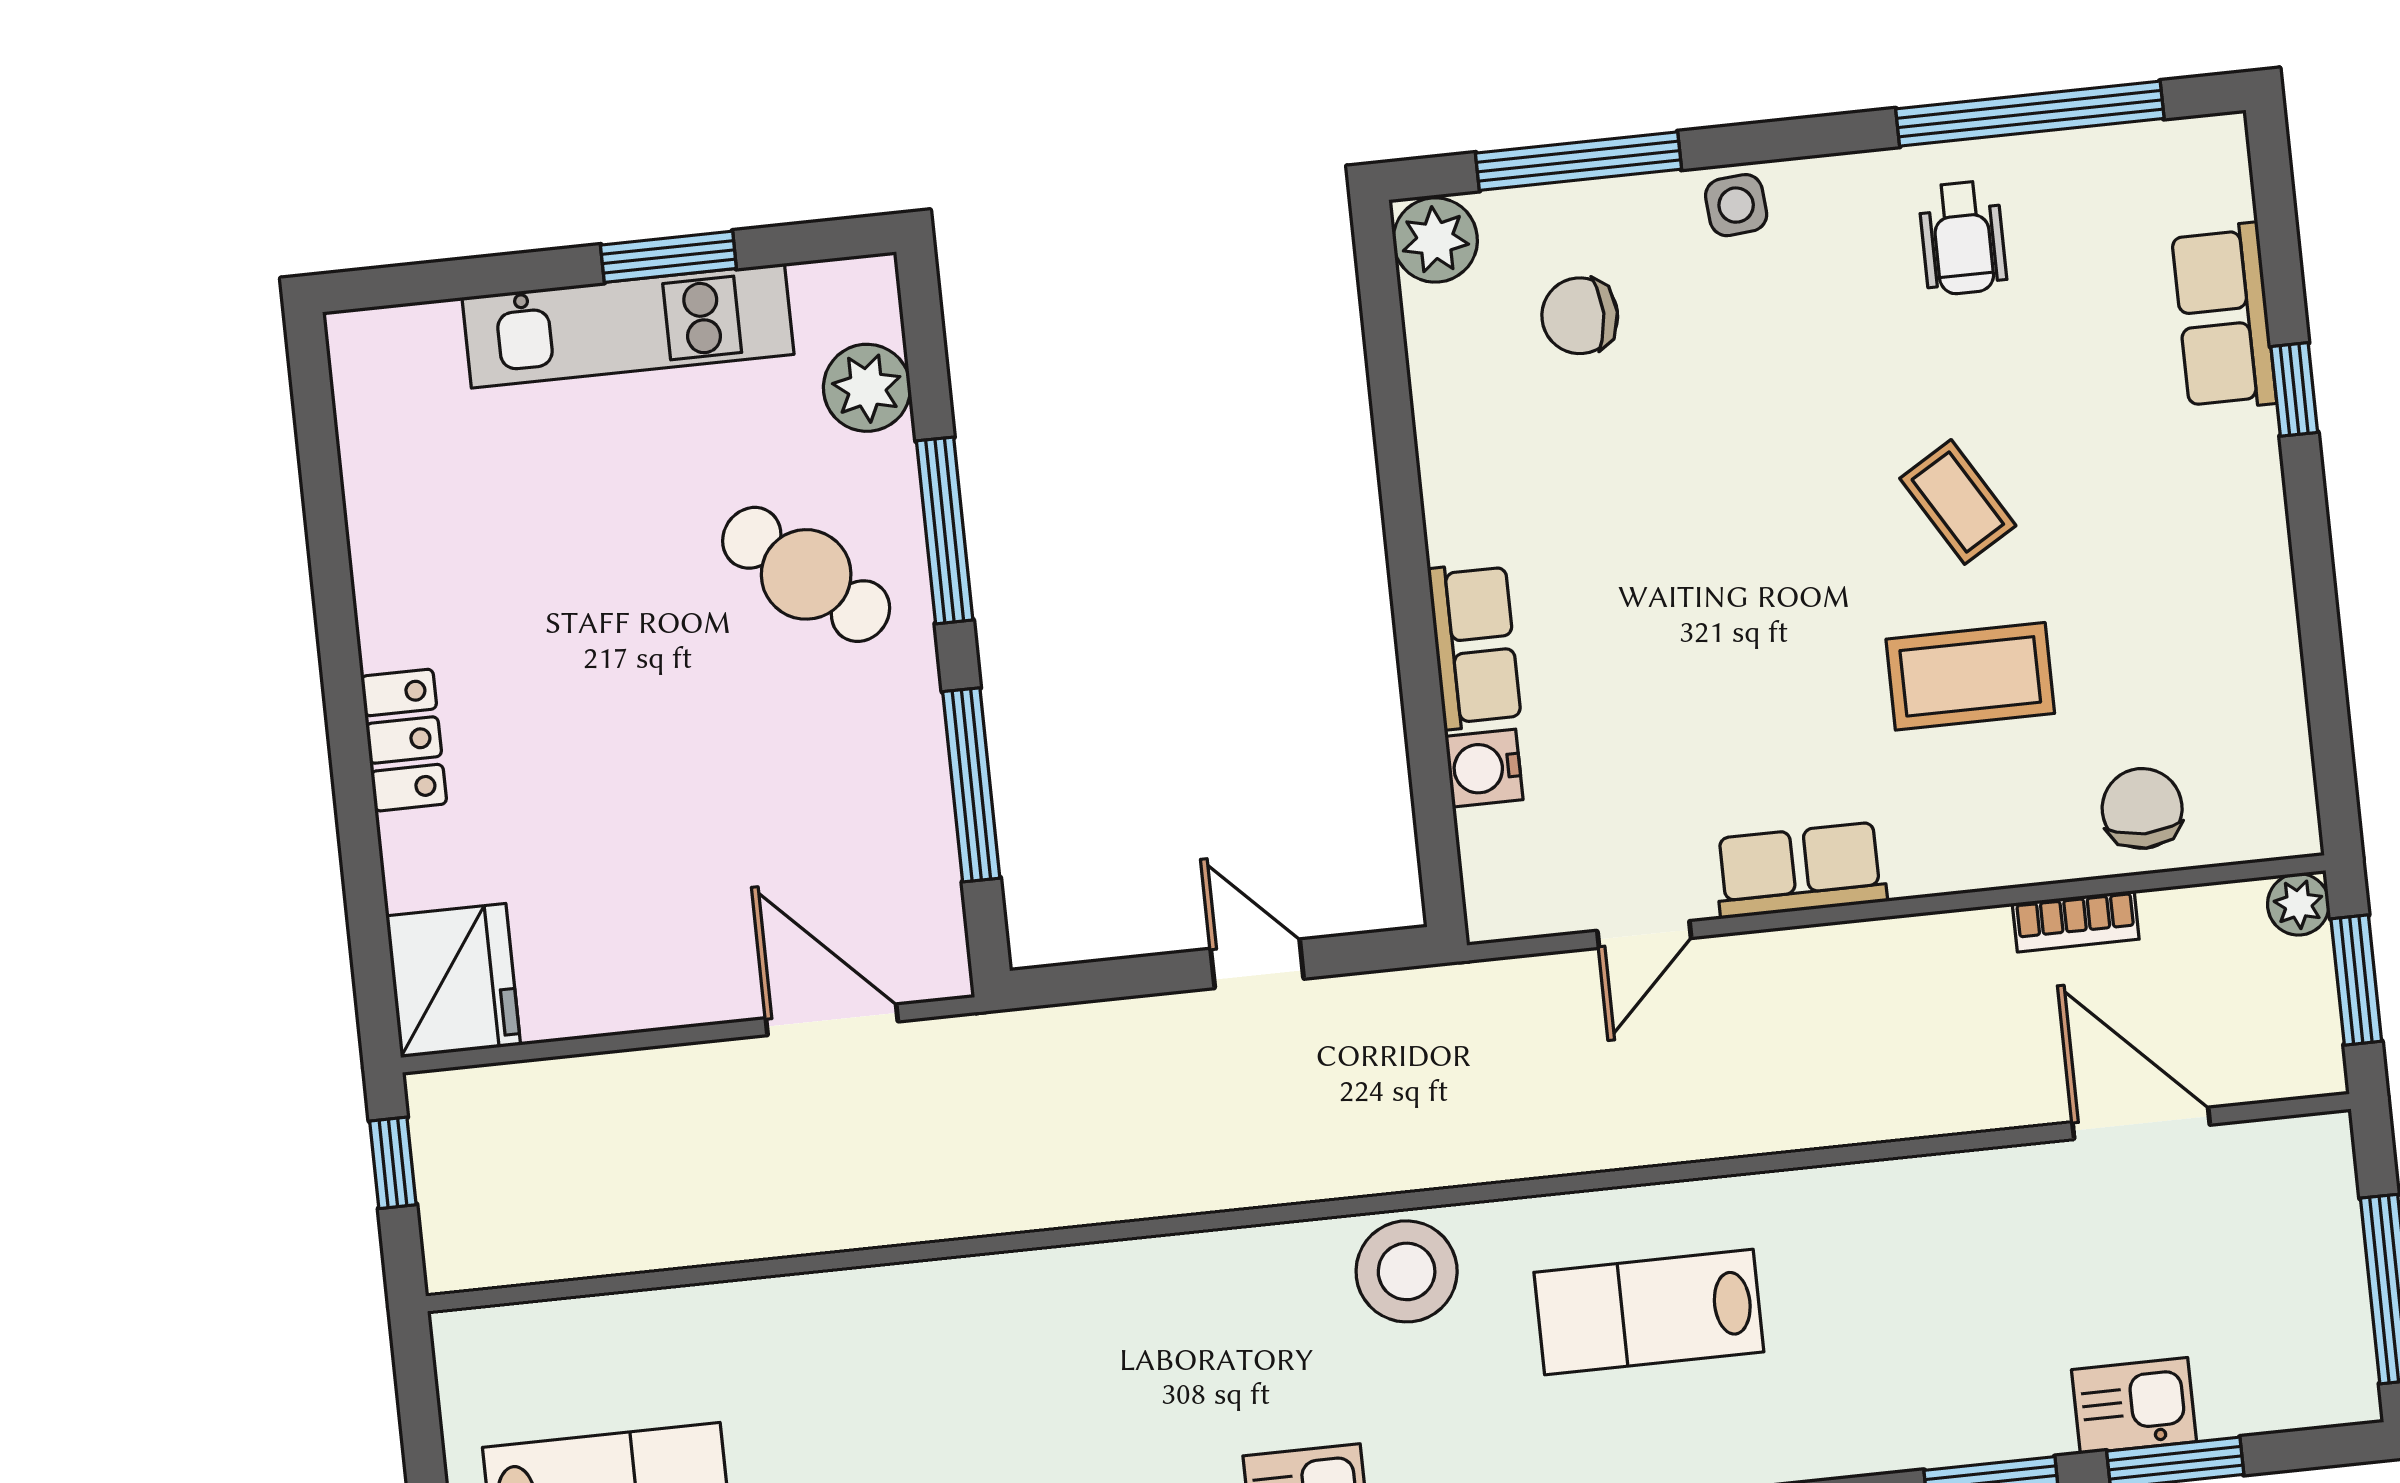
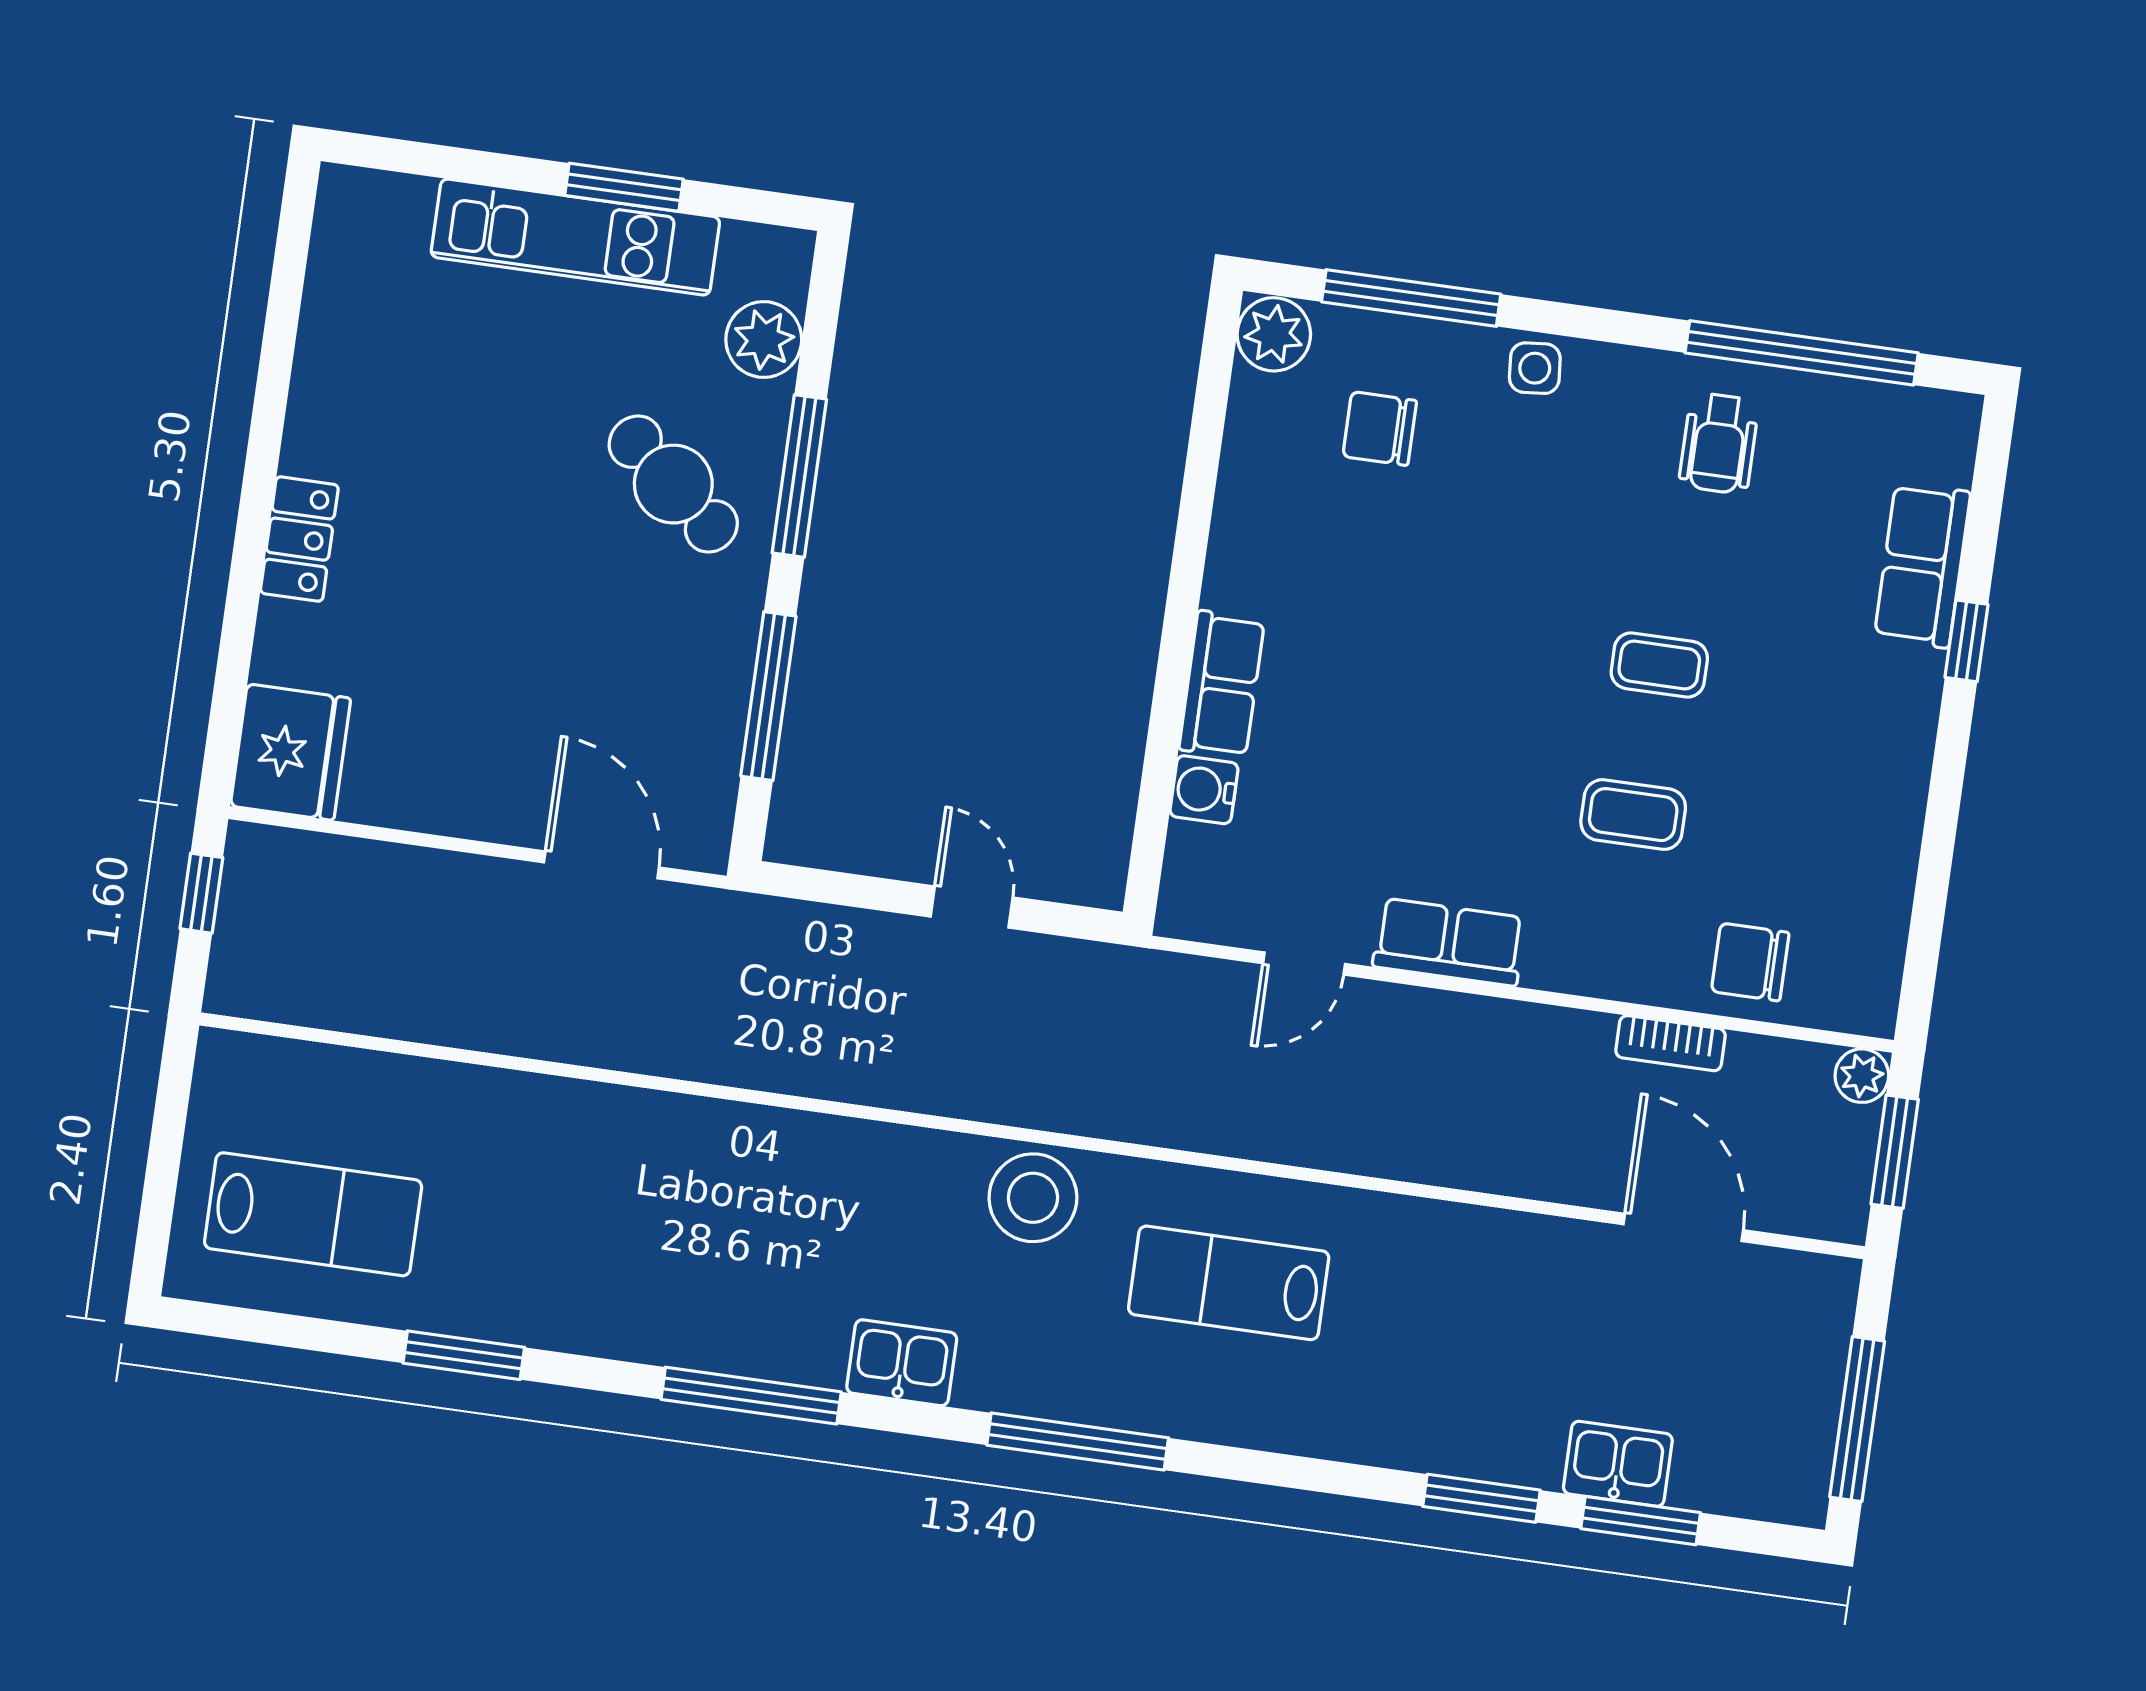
coffee table: (1958, 502) -> (1659, 665), turned -59
coffee table: (1970, 676) -> (1633, 815), width x0.73, depth x0.77
chair: (2142, 808) -> (1750, 962), turned -90

